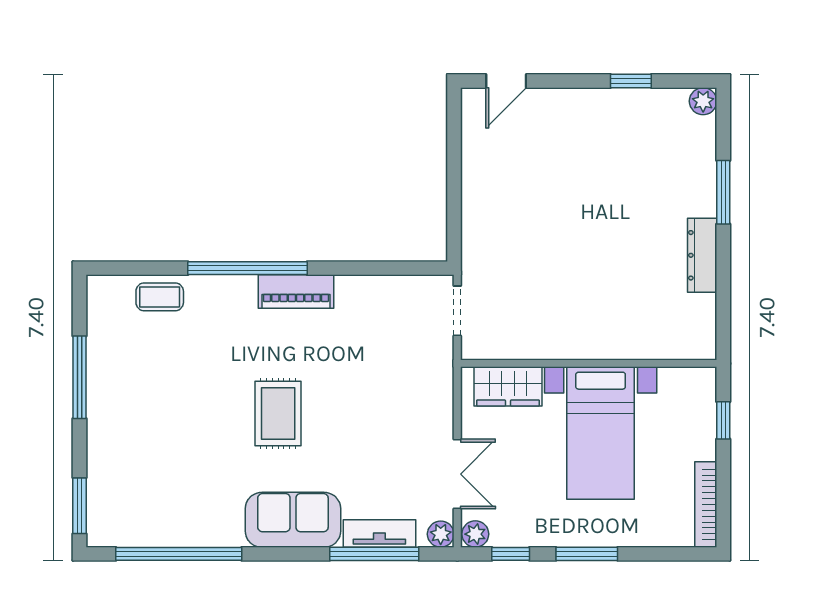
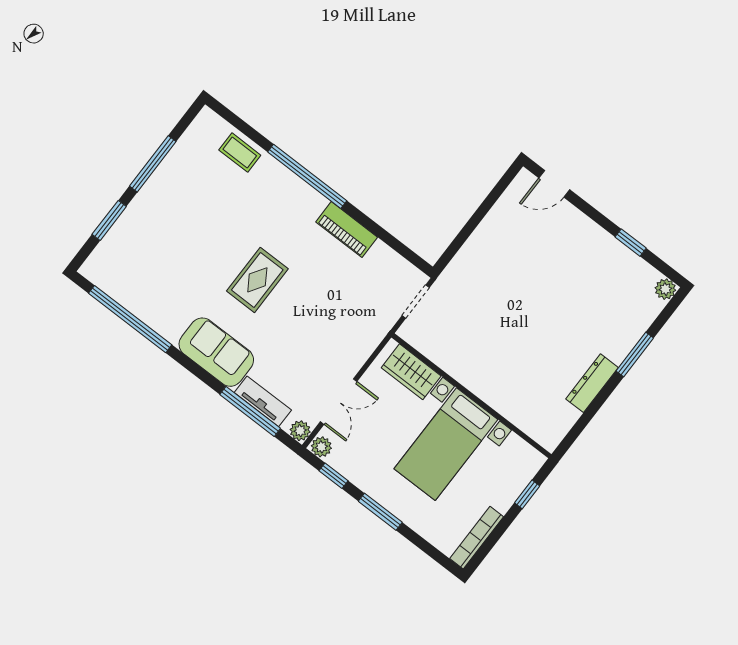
piano: (296, 292) -> (347, 230), moved
window: (80, 506) -> (109, 220), moved

